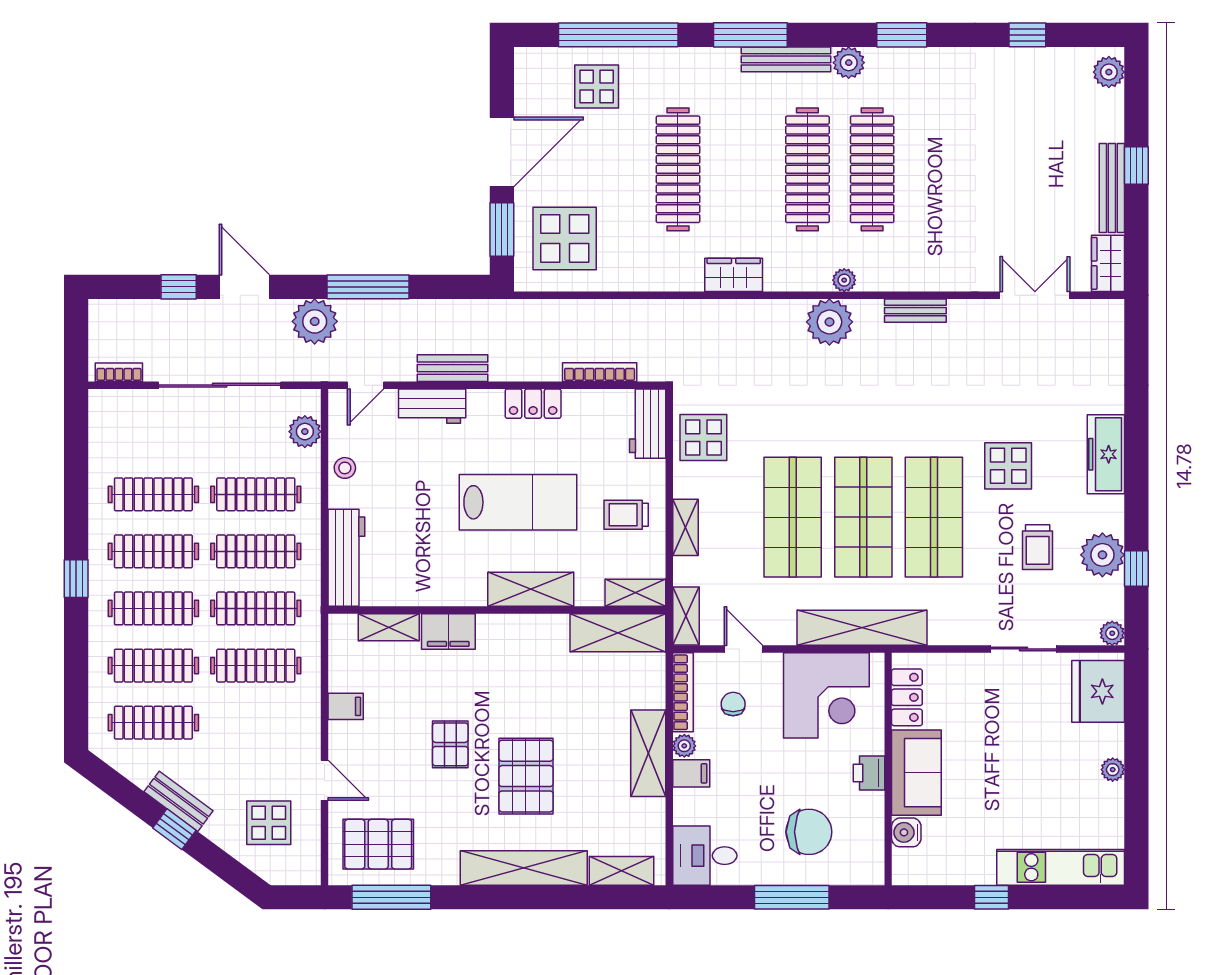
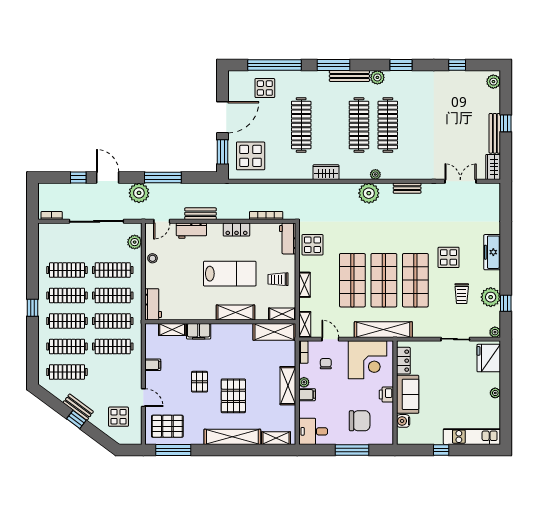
workbench: (346, 558) -> (153, 304), width x0.73
bookcase: (683, 692) -> (303, 352), width x0.64

